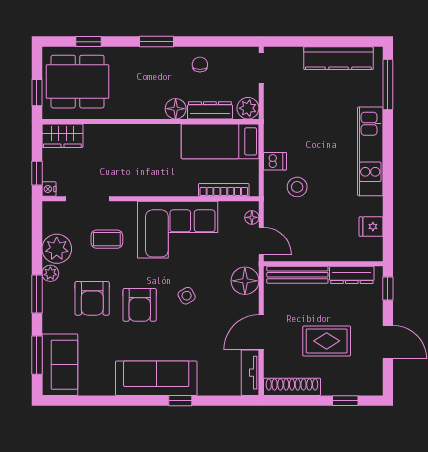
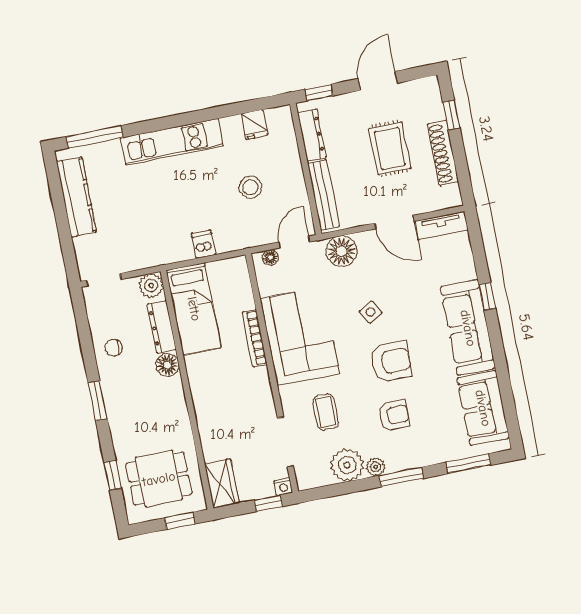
dining table: (78, 82) -> (159, 479), width x0.73
stool: (297, 187) -> (250, 187), moved
bookcase: (224, 190) -> (255, 338), moved
armchair: (92, 298) -> (394, 415), width x0.72, depth x0.72
sofa: (60, 365) -> (483, 408), moved, turned -90
shoe rack: (292, 387) -> (443, 153), moved

